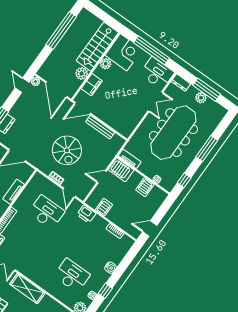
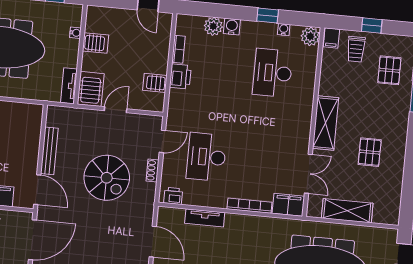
spiral stairs: (67, 150) -> (107, 178), turned 90
door: (102, 177) -> (116, 110), swing flipped
printer: (36, 181) -> (173, 196), added
printer: (86, 214) -> (180, 76), moved
plant: (117, 257) -> (213, 26), added

